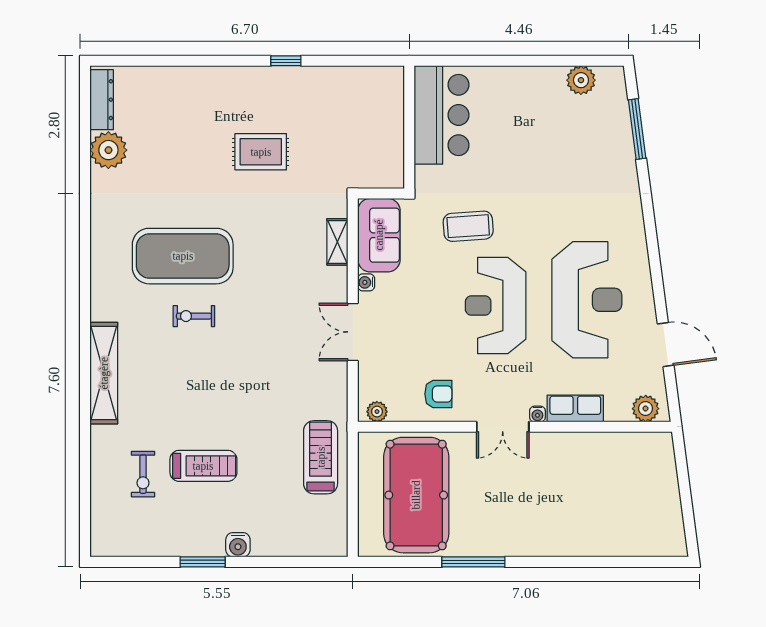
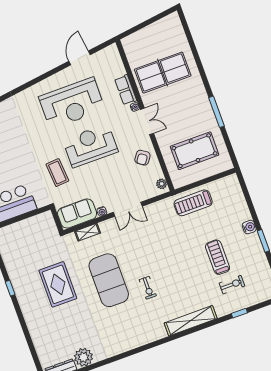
rug: (261, 152) -> (58, 284), width x1.36, depth x1.43
exercise mat: (183, 256) -> (109, 280), moved
reception desk: (587, 300) -> (72, 103), turned 180
reception desk: (496, 306) -> (90, 146), turned 180
armchair: (438, 394) -> (142, 158), turned -145
plant: (646, 409) -> (113, 56), removed
window: (85, 469) -> (239, 313), added
table tennis table: (582, 489) -> (163, 73), added
pool table: (416, 495) -> (195, 151), width x0.73, depth x0.76

